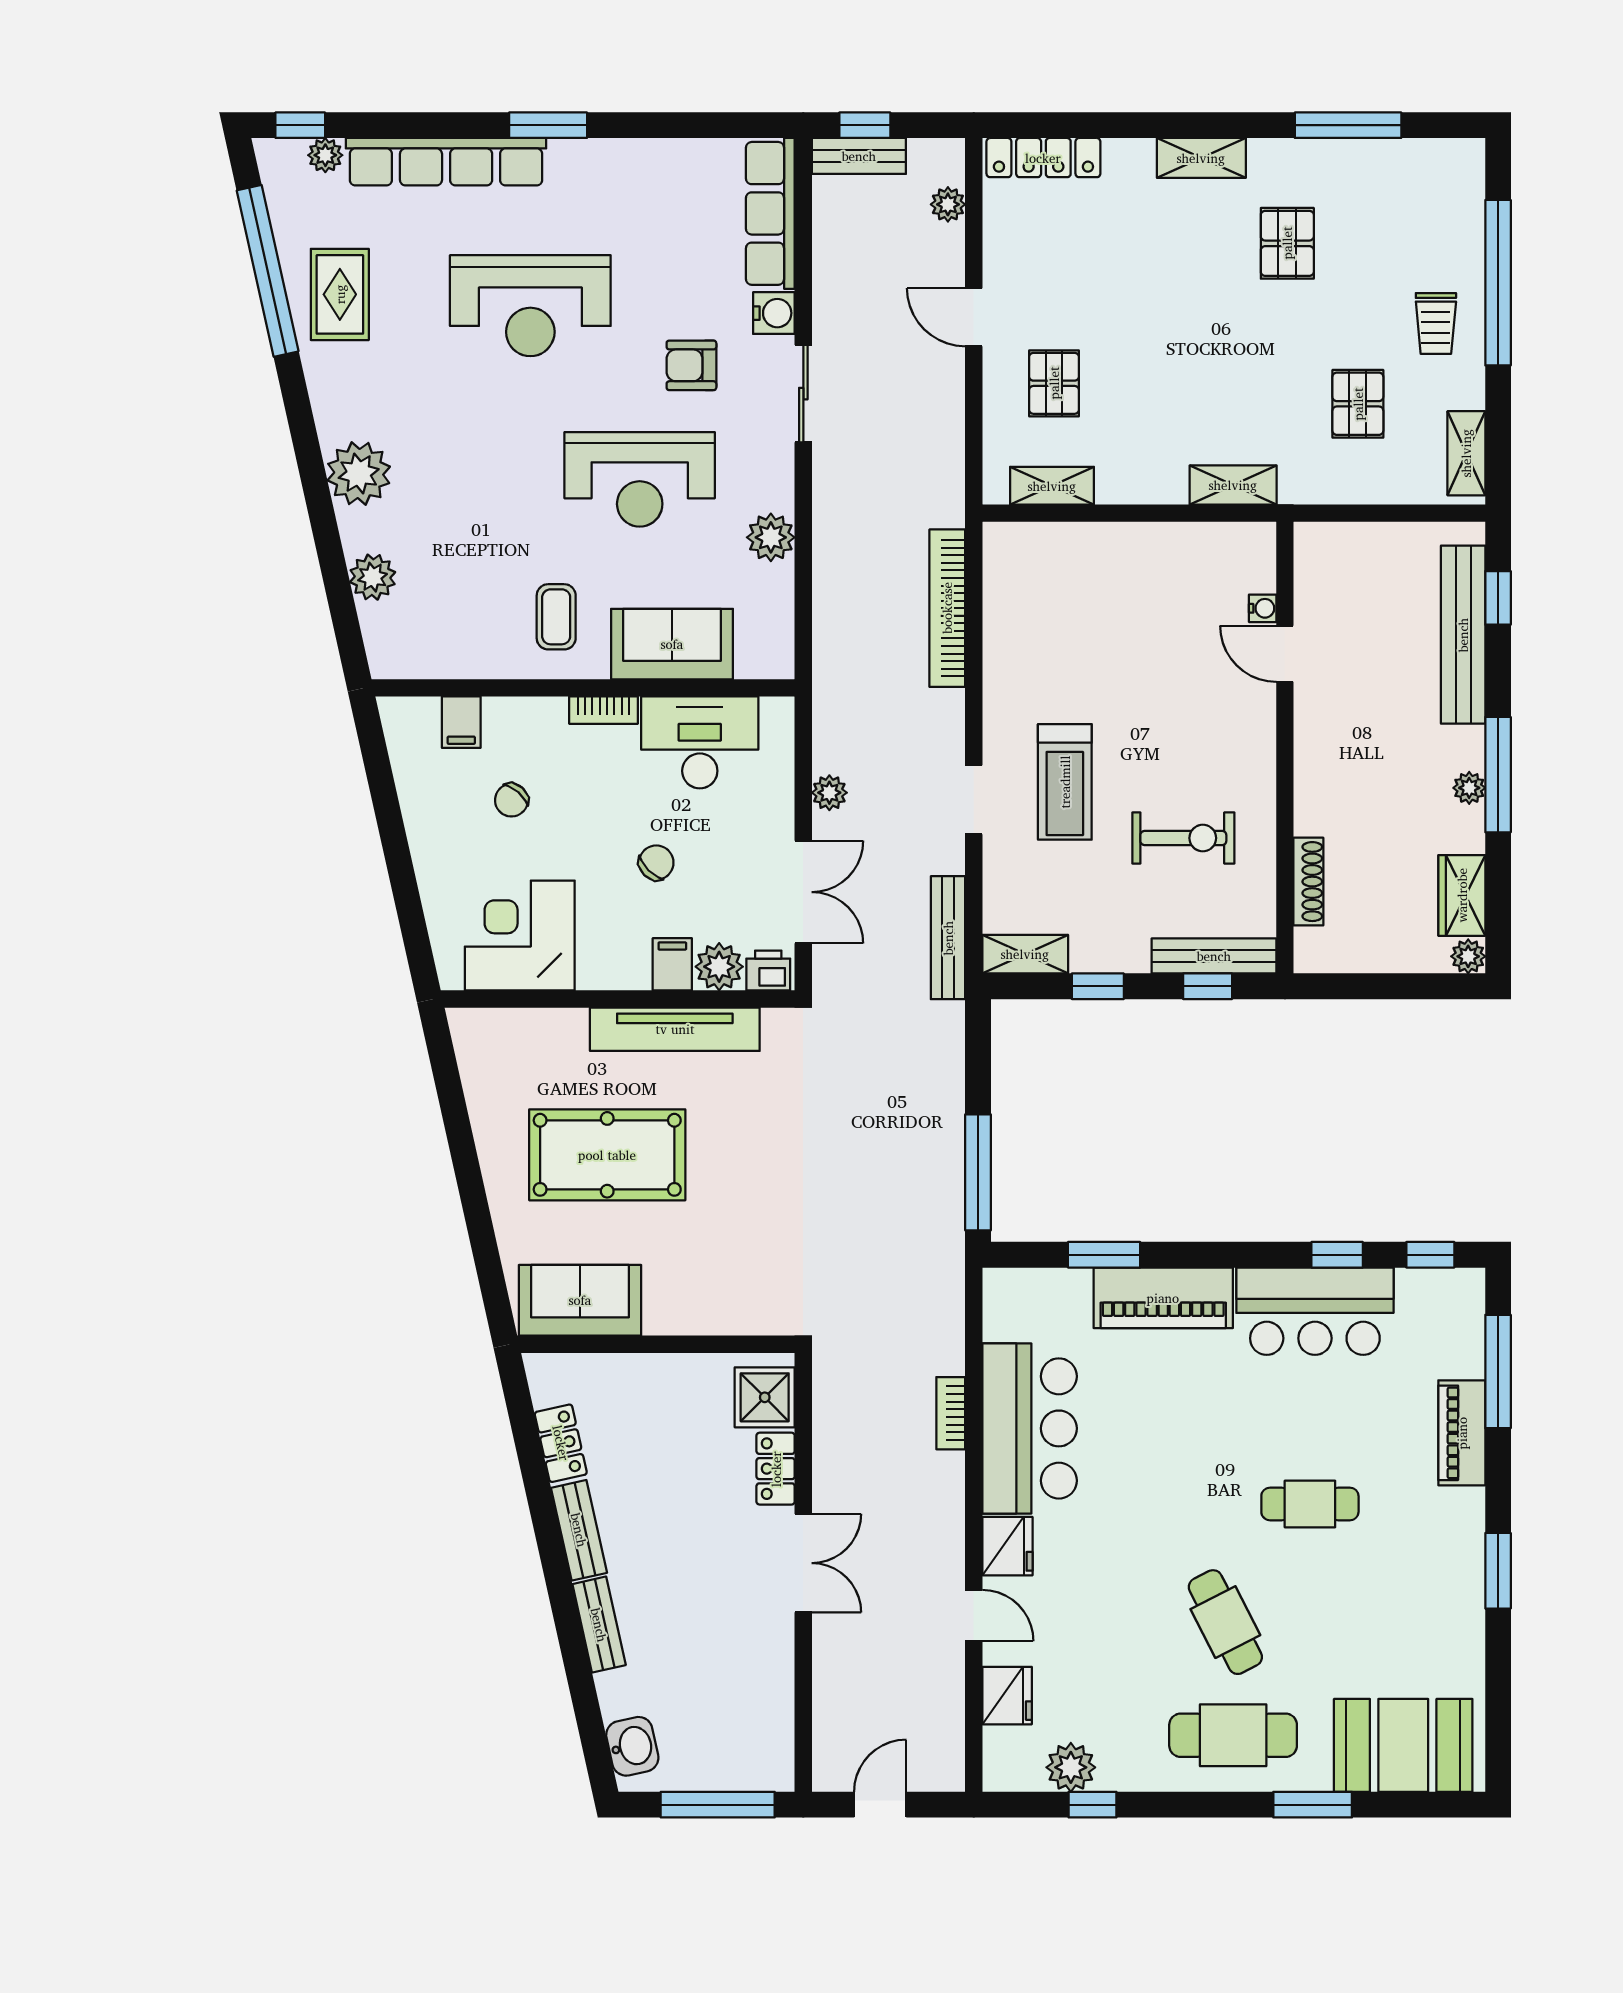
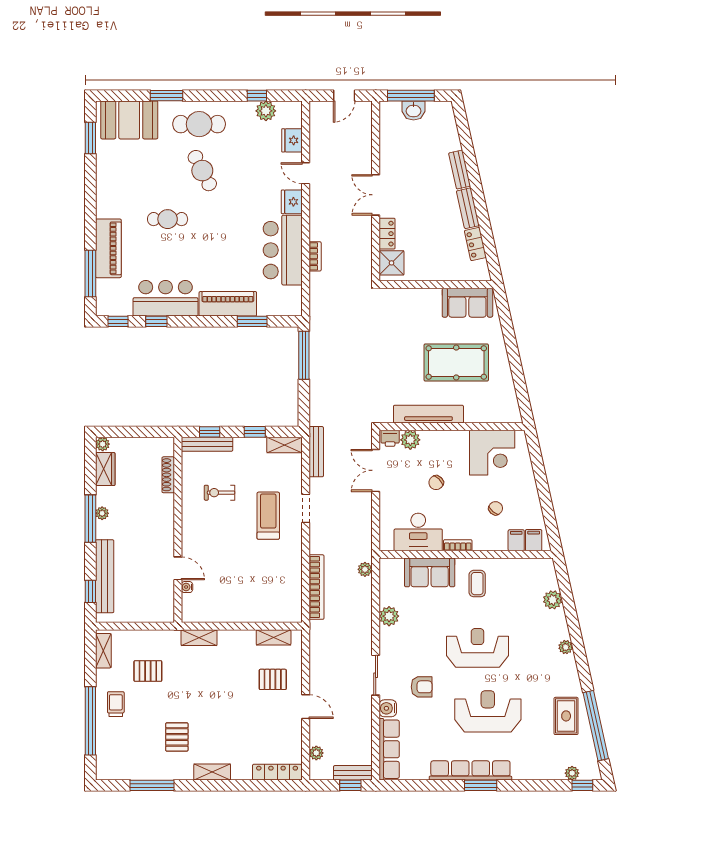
row of seats: (446, 162) -> (470, 770), moved
pallet: (1054, 383) -> (273, 679), turned 90
pallet: (1358, 404) -> (148, 671), turned 90
plant: (359, 473) -> (566, 647), width x0.53, depth x0.53
reception desk: (640, 479) -> (477, 648), moved
plant: (829, 793) -> (365, 569), moved
exercise bike: (1183, 838) -> (220, 493), width x0.73, depth x0.72
filing cabinet: (672, 964) -> (534, 540), moved, turned 180
piano: (1462, 1433) -> (108, 248), width x1.37, depth x1.33
window: (1498, 1571) -> (90, 138), moved
washbasin: (632, 1746) -> (414, 110), moved, turned -77

